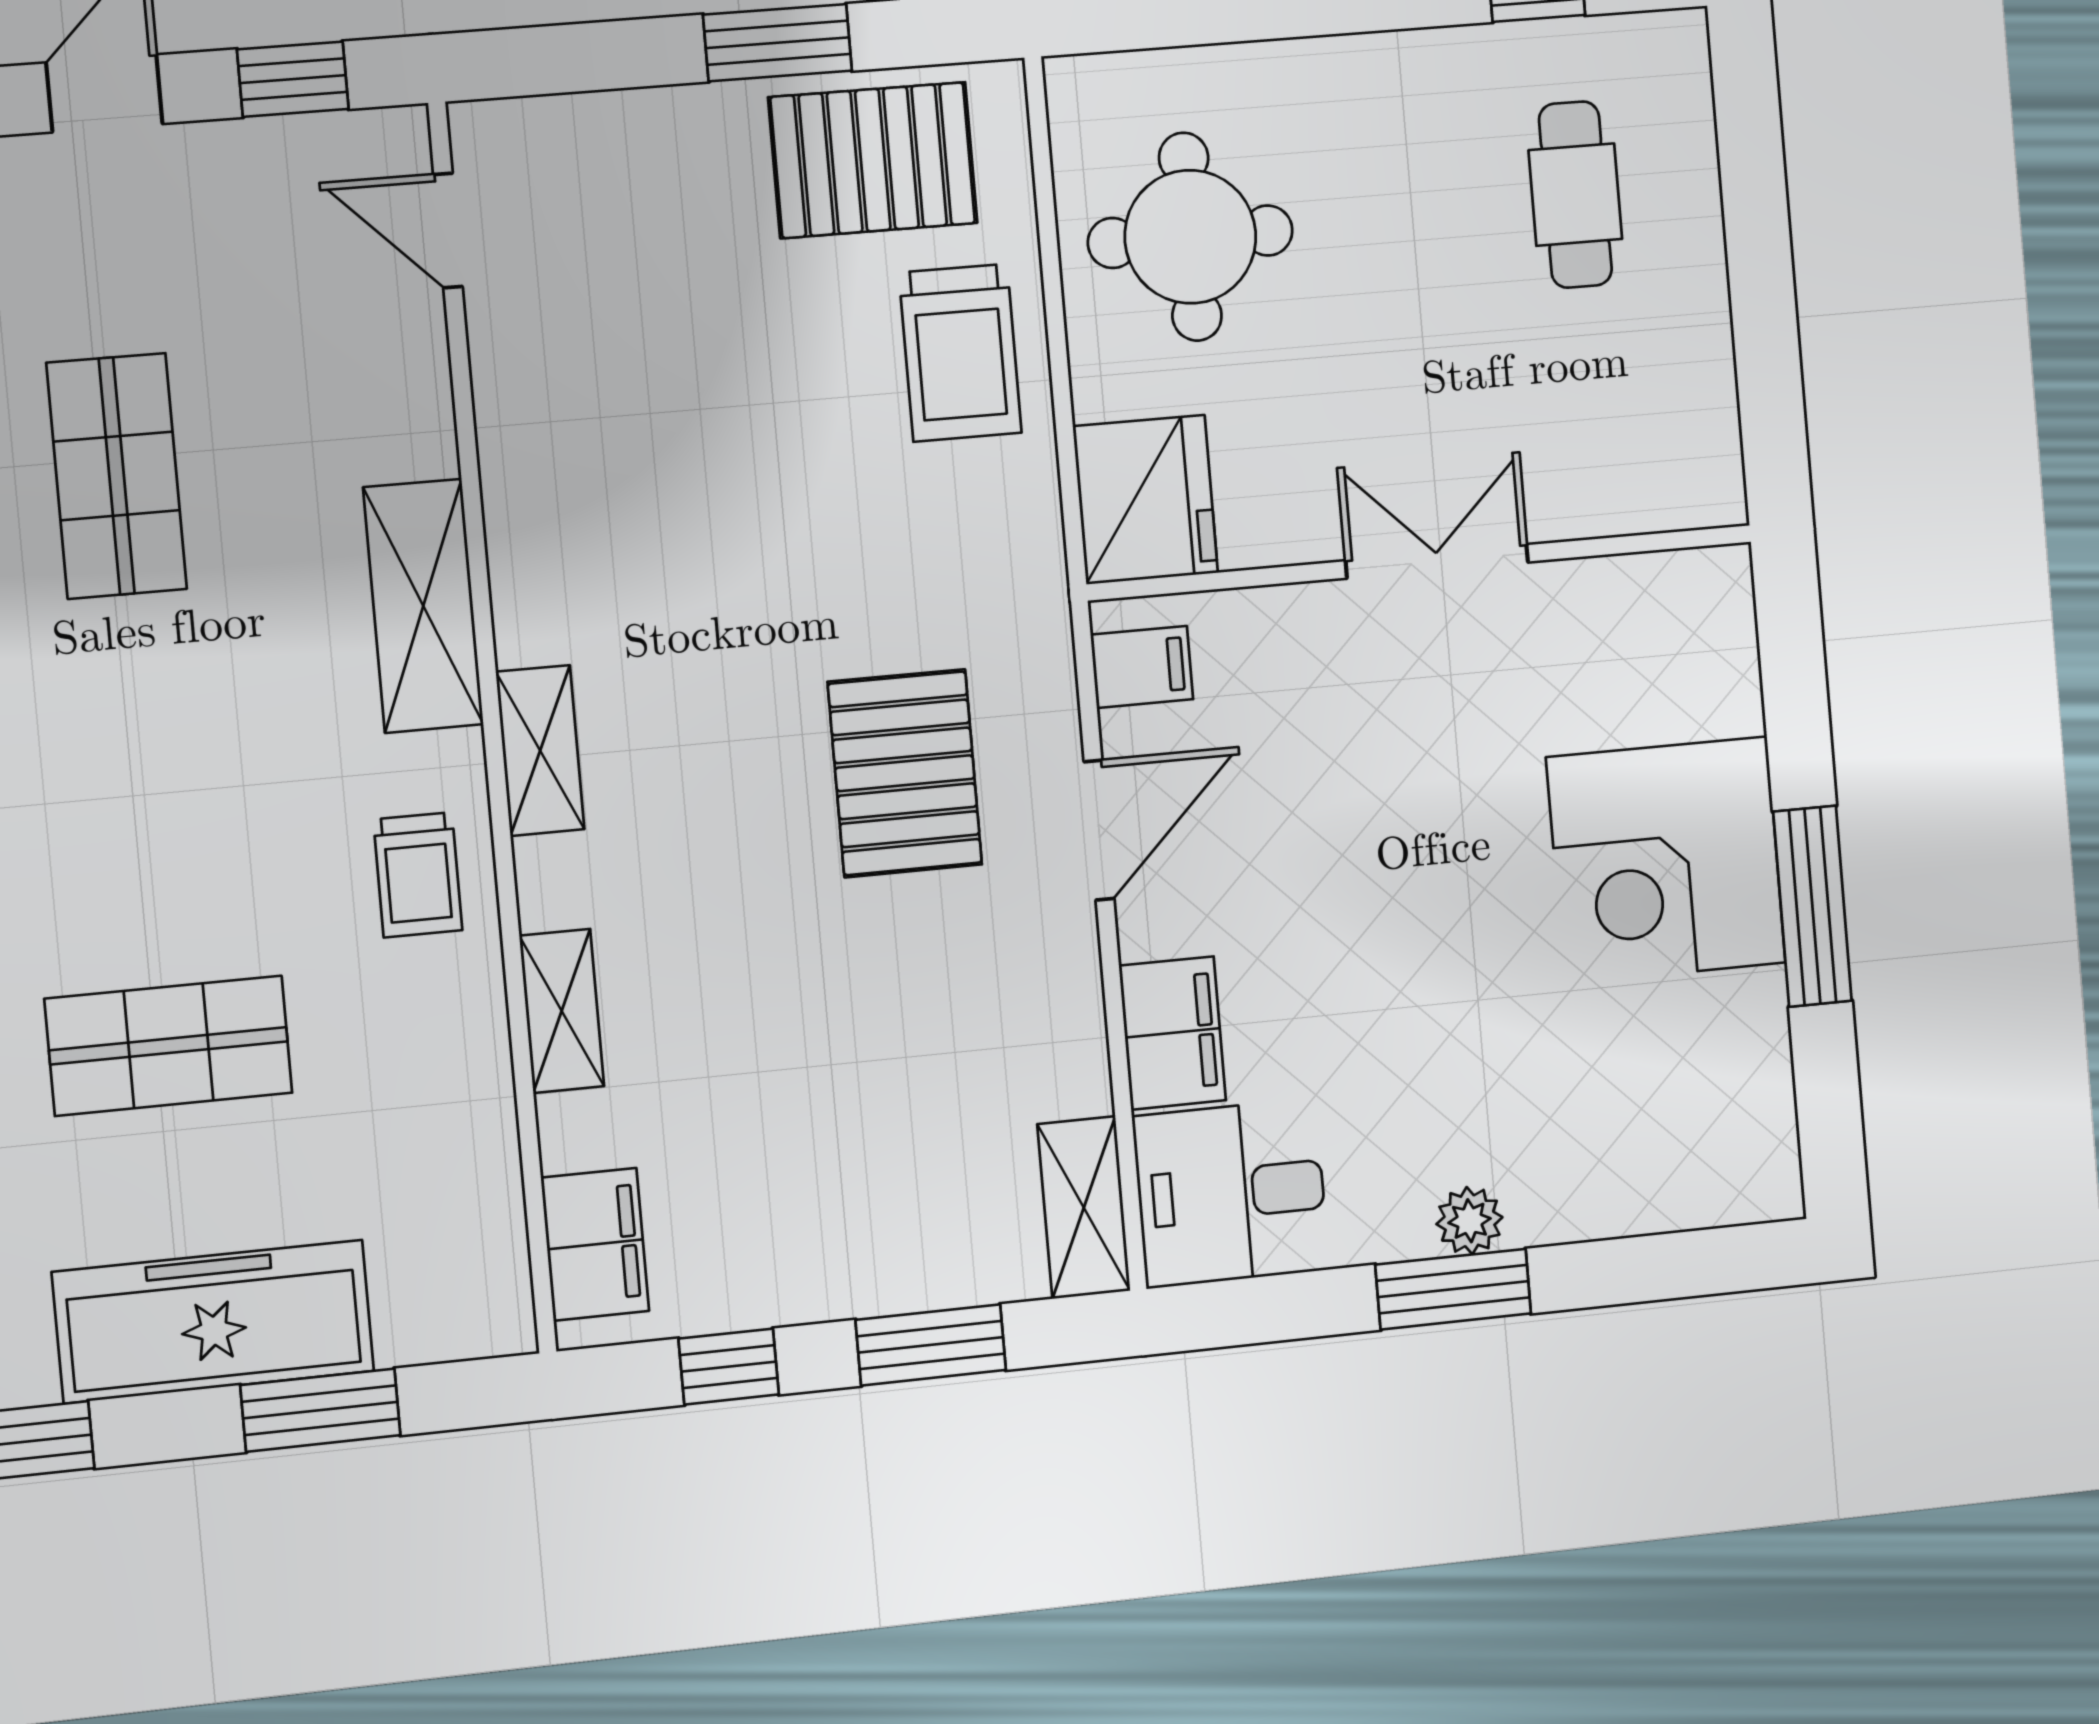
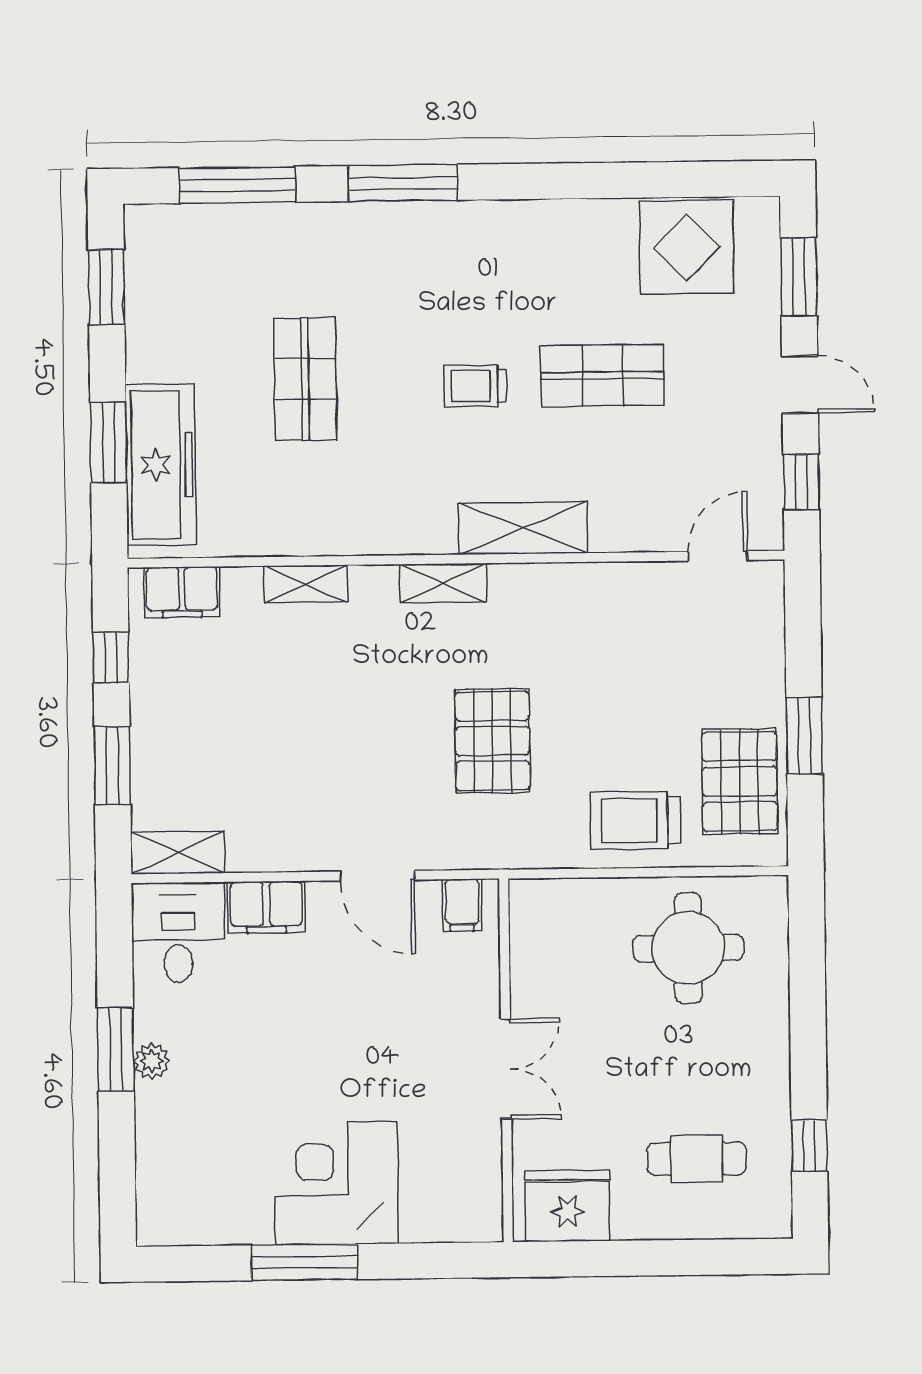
fridge: (1145, 500) -> (567, 1206), moved, turned 180
pallet: (905, 773) -> (492, 741), moved, turned 90
trolley: (418, 875) -> (475, 386), moved
freezer: (213, 1322) -> (161, 465), moved

